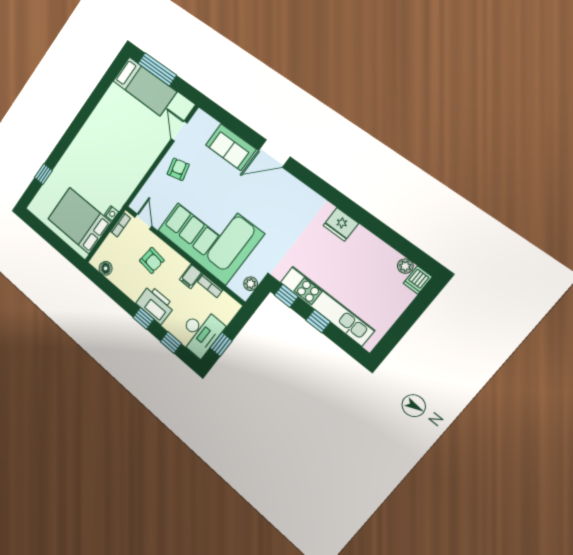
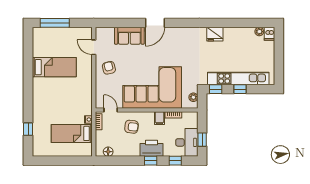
bed: (145, 86) -> (54, 67), moved
bed: (79, 221) -> (72, 133), width x0.67

